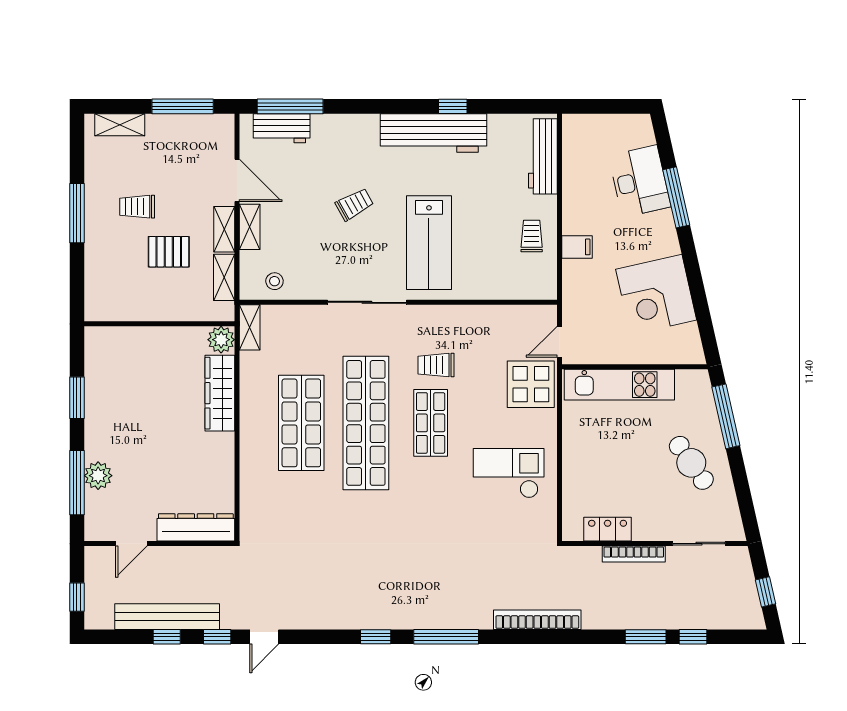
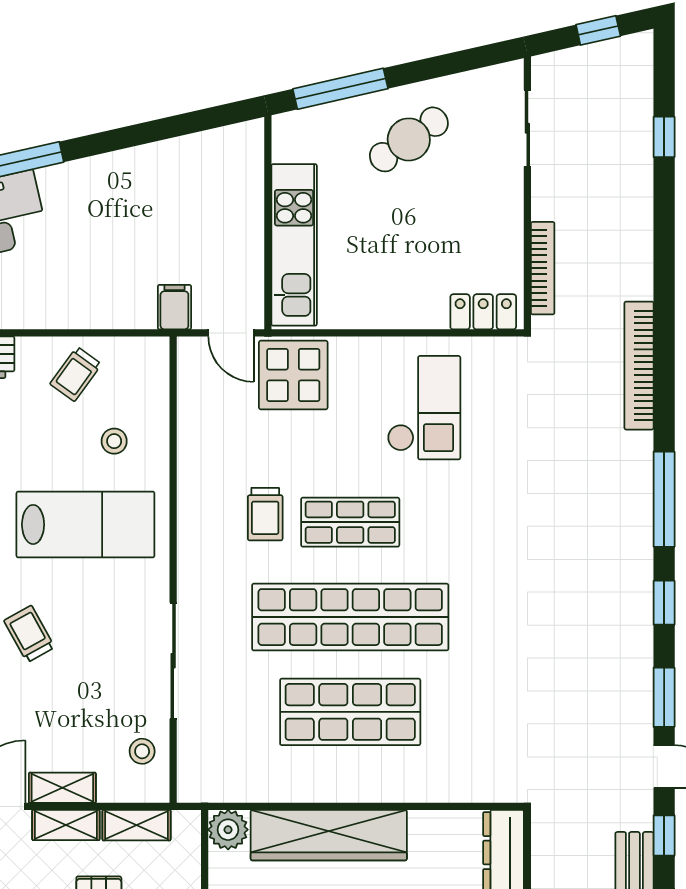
trolley: (532, 236) -> (76, 374), turned -54
filing cabinet: (577, 247) -> (174, 307), moved
stool: (486, 262) -> (114, 441), added
corner desk: (656, 295) -> (162, 191), removed
sliding door: (367, 302) -> (173, 661), moved
shelving: (250, 327) -> (210, 788), removed
wardrobe: (220, 393) -> (329, 835), width x1.40, depth x1.17
checkout: (509, 473) -> (424, 408), turned 180
locker: (608, 529) -> (483, 312), moved, turned 90
bookcase: (634, 554) -> (543, 268), moved
window: (646, 637) -> (664, 697), moved

